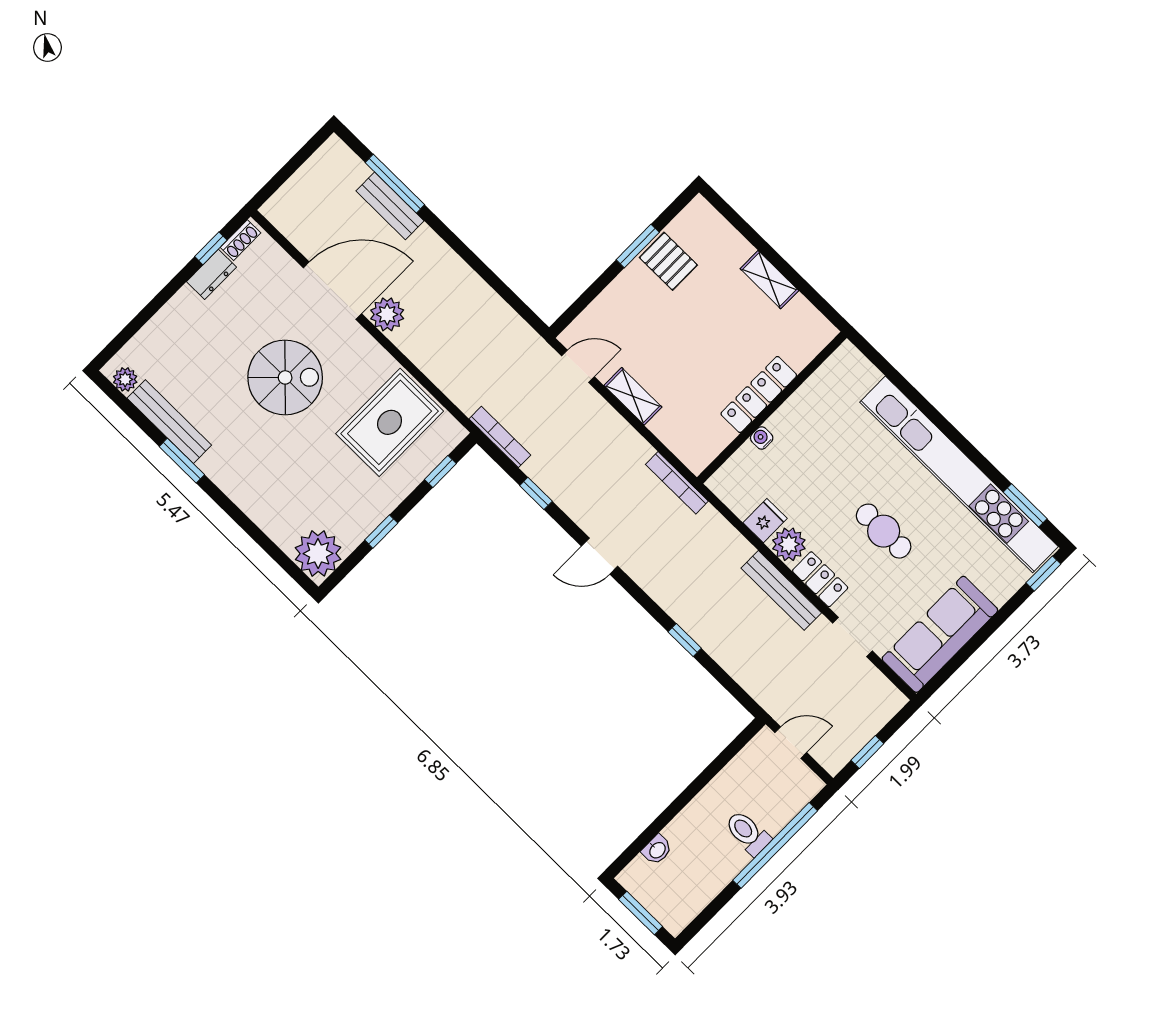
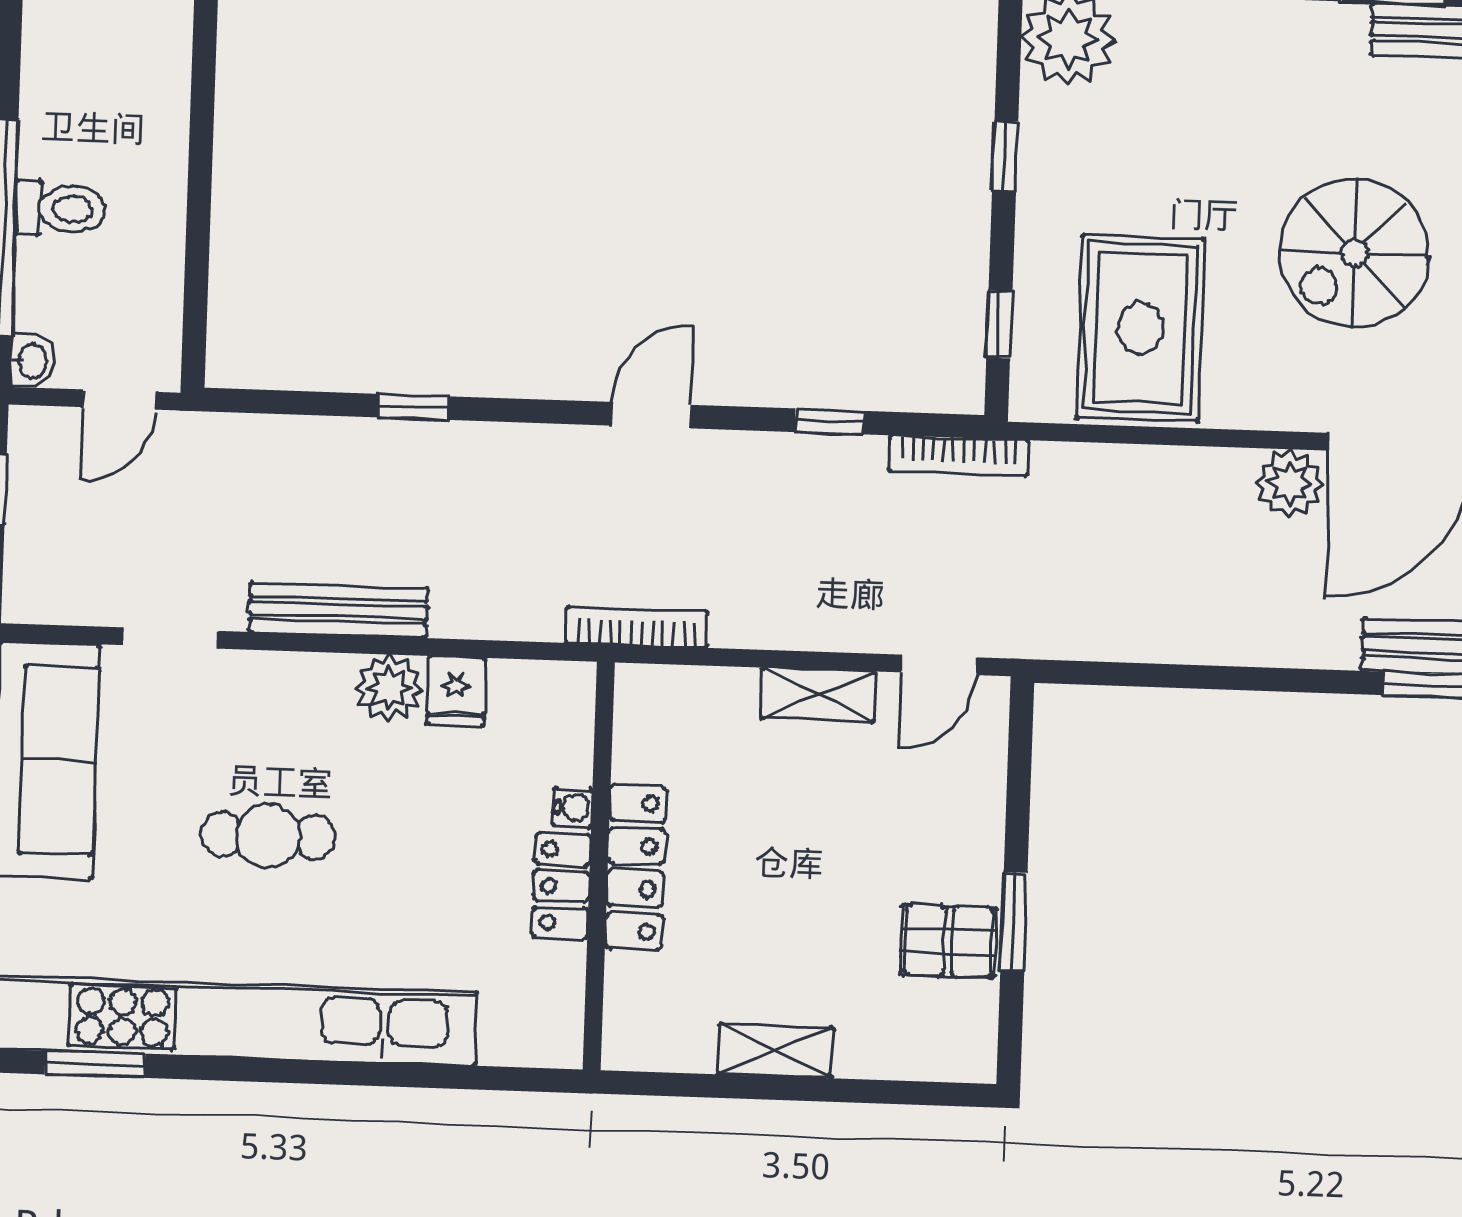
locker: (820, 579) -> (561, 886), moved, turned 90
washbasin: (657, 850) -> (32, 361), moved, turned 180

